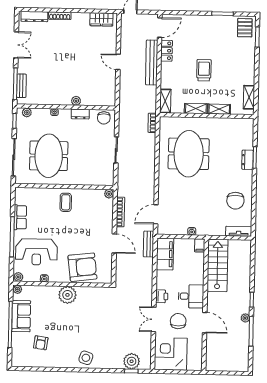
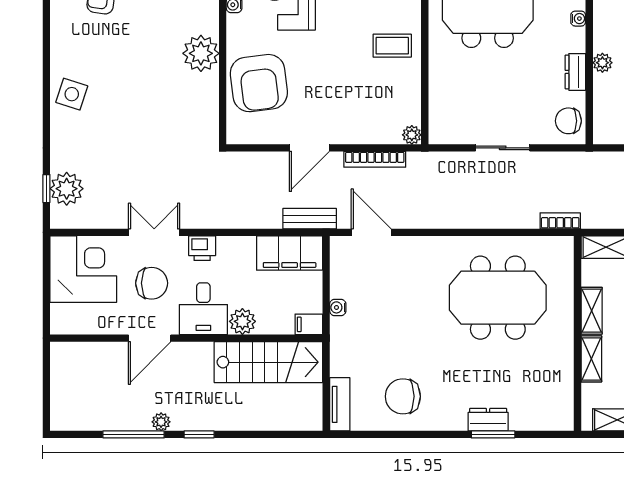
plant: (198, 278) -> (242, 321), added

